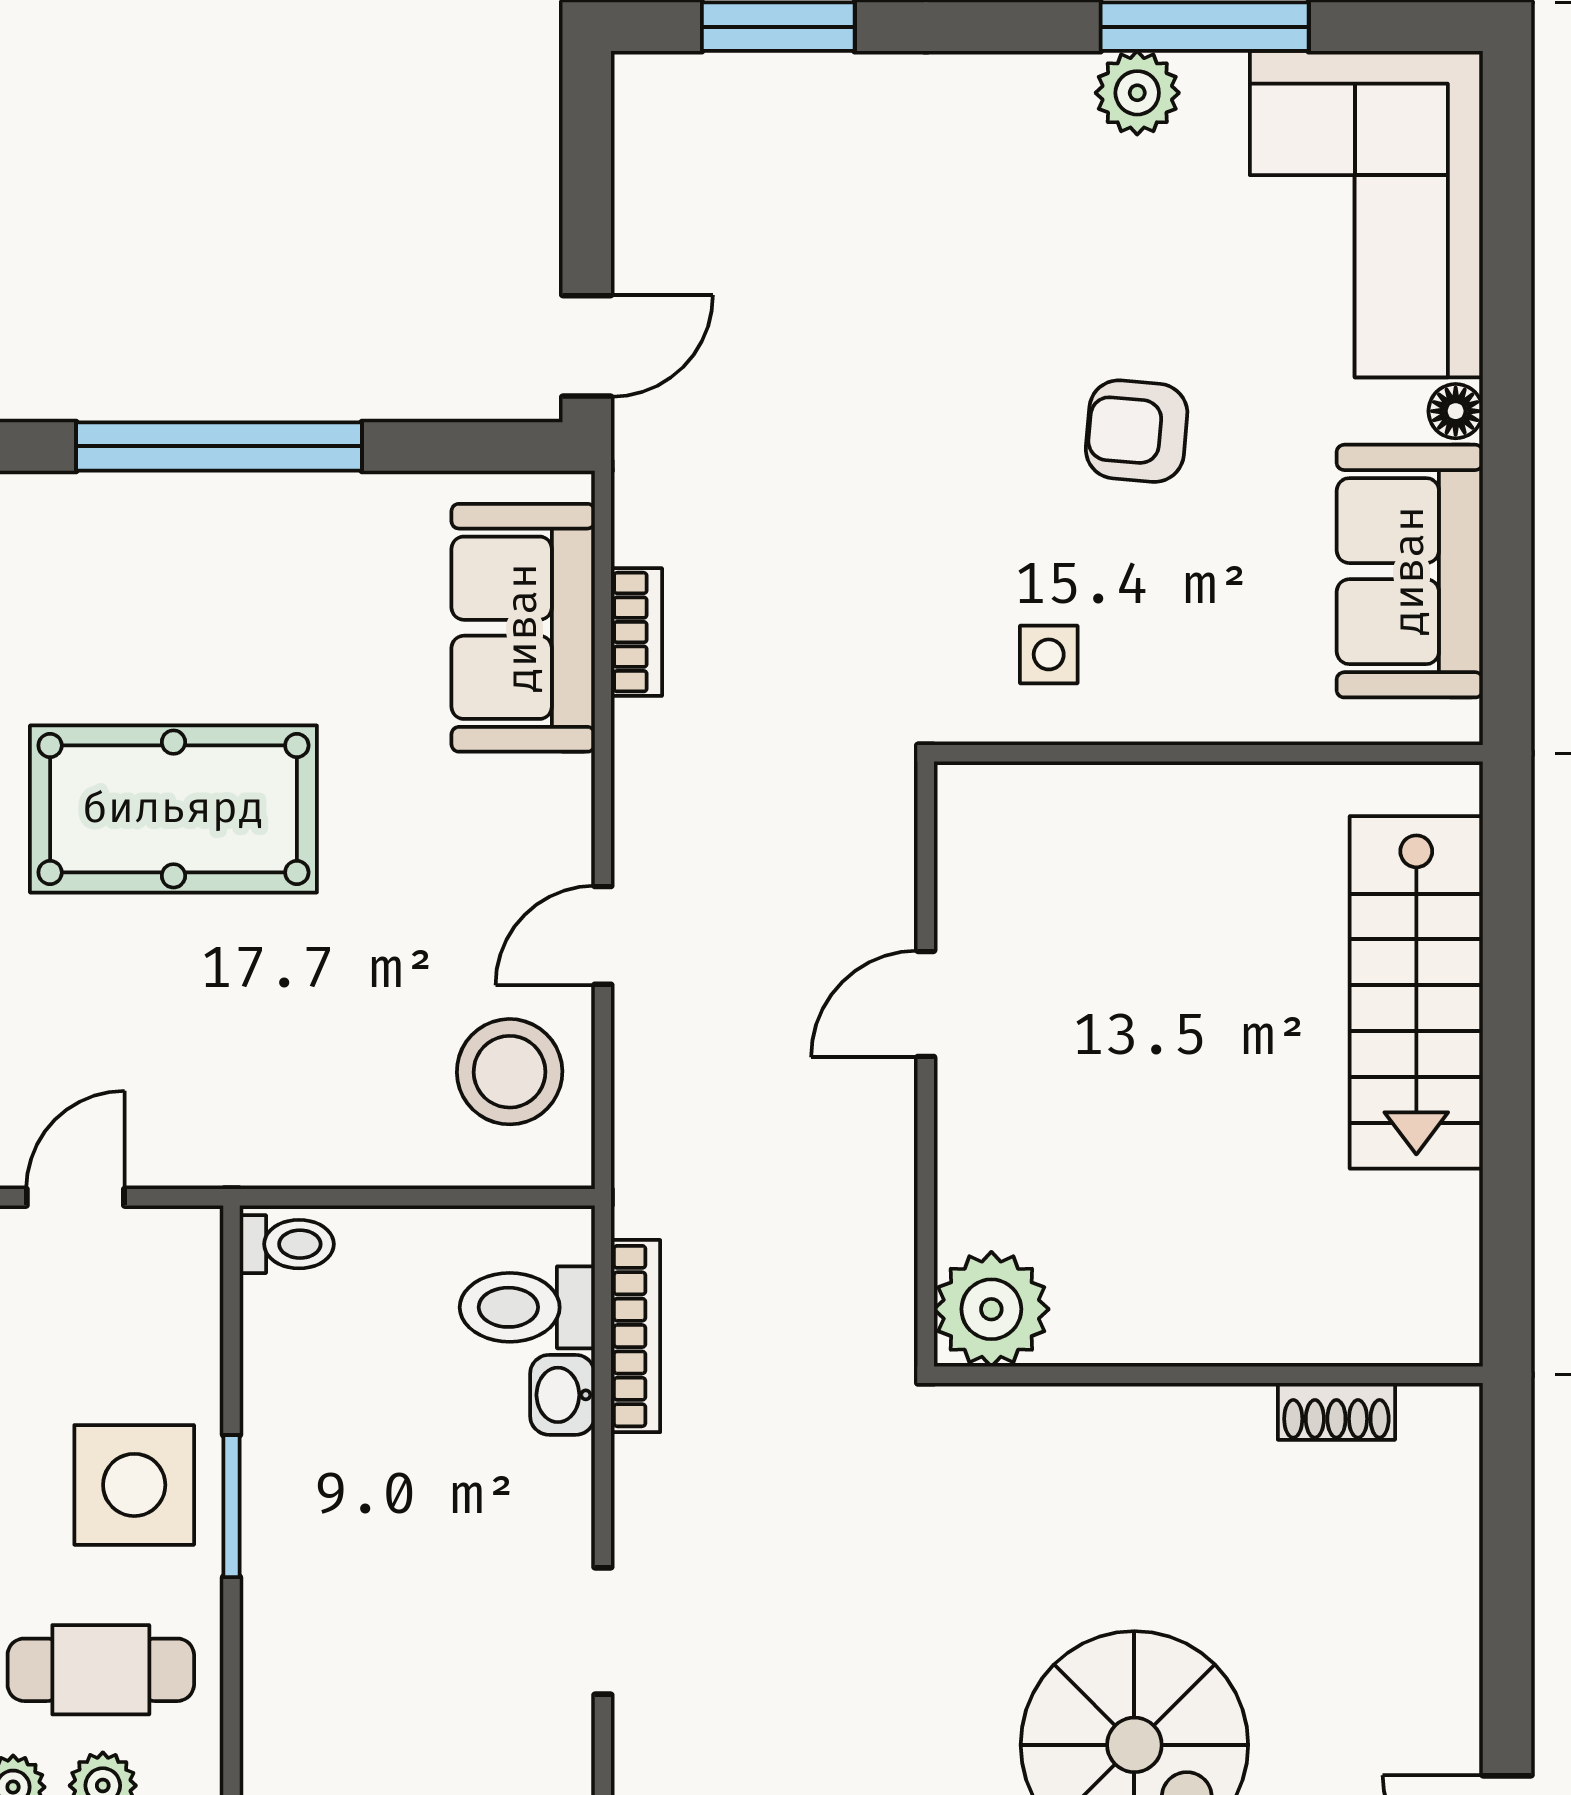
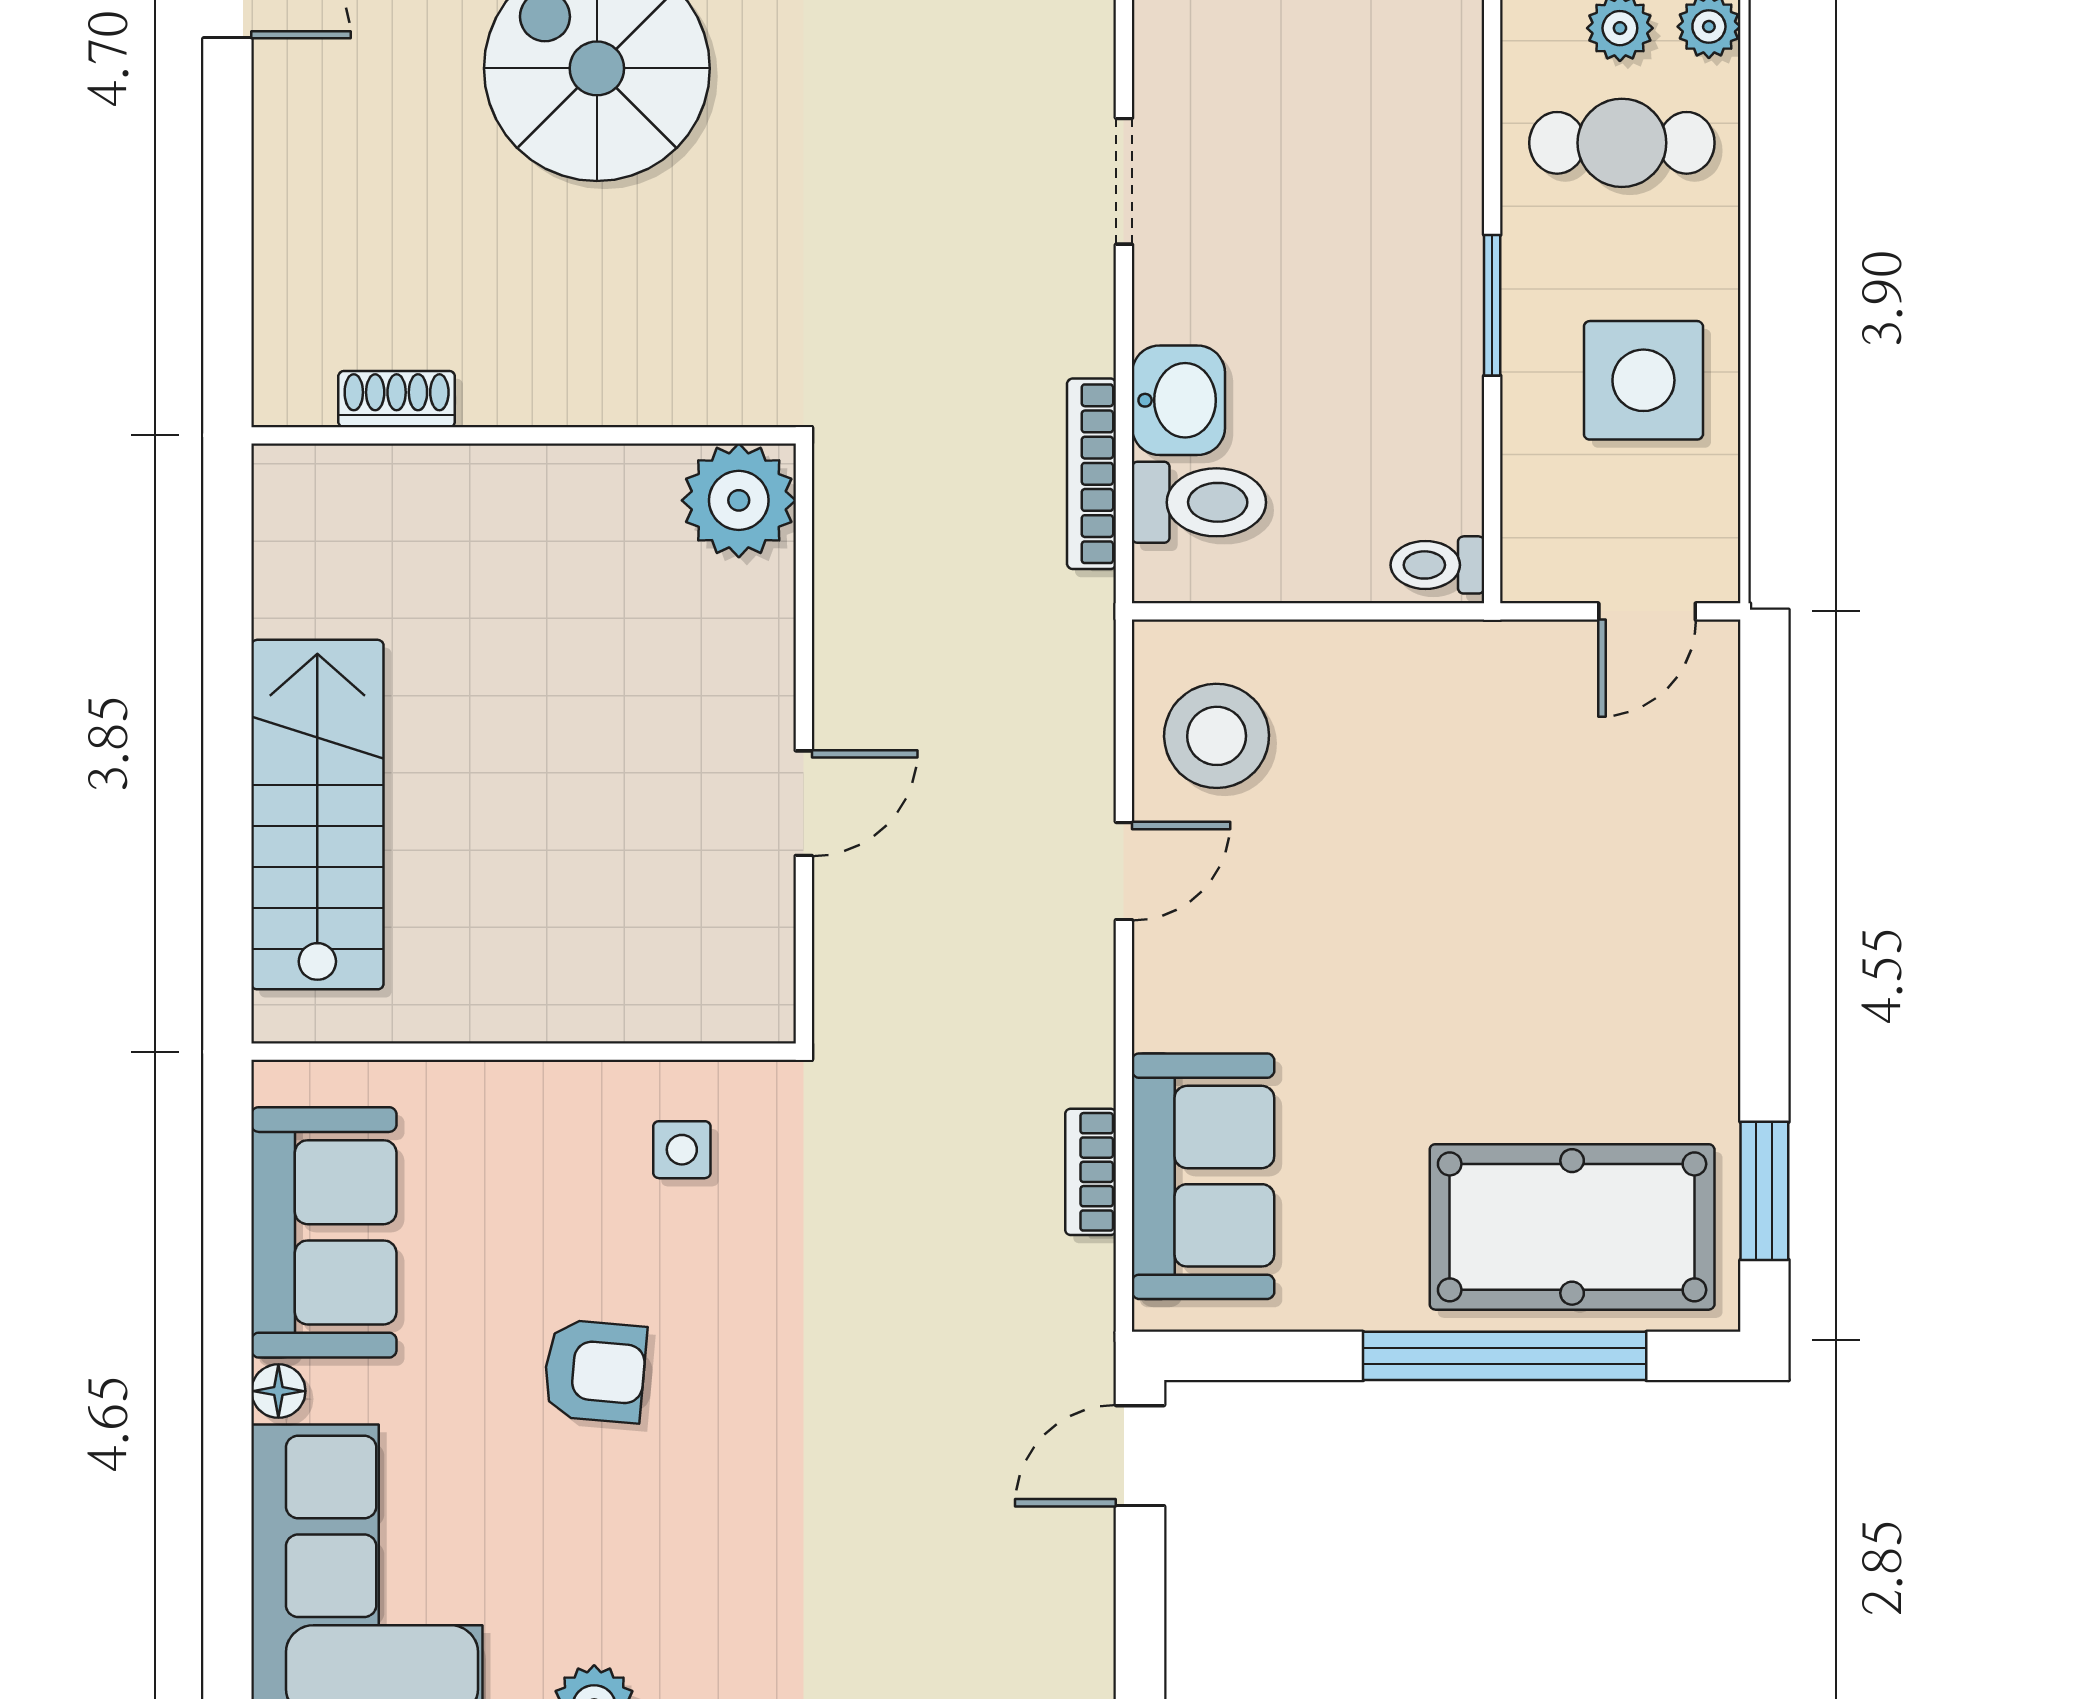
pool table: (173, 809) -> (1572, 1227), moved
washbasin: (562, 1395) -> (1178, 400), width x1.38, depth x1.45
side table: (134, 1485) -> (1643, 380), moved

